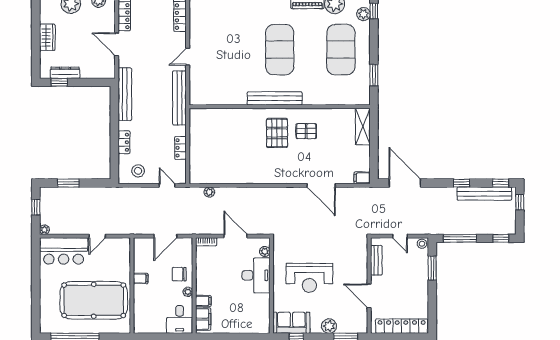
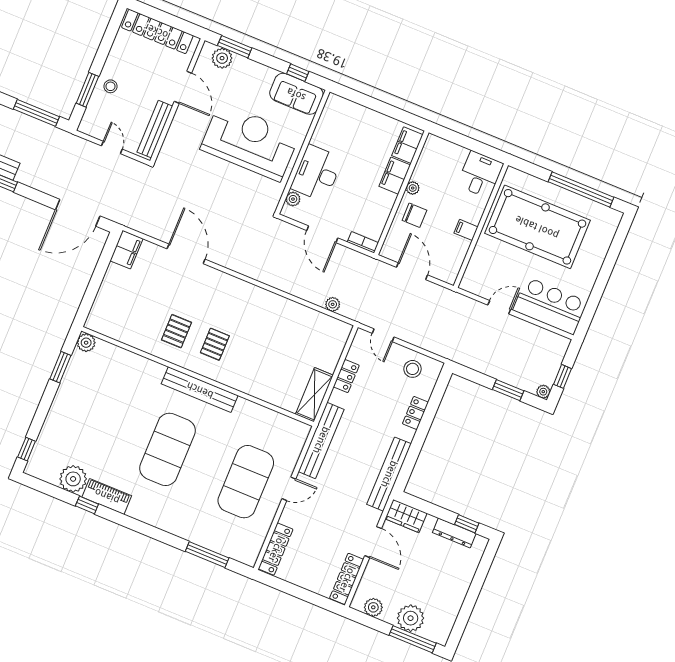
plant: (363, 14) -> (86, 343), moved
wardrobe: (47, 37) -> (406, 516), moved, turned -90
exercise mat: (341, 50) -> (246, 482), moved
shelving: (363, 127) -> (314, 395), moved
pallet: (306, 131) -> (176, 331), turned 90
pallet: (277, 133) -> (215, 344), width x0.67, depth x0.71
filing cabinet: (362, 178) -> (126, 250), width x2.00
door: (405, 183) -> (78, 213), hinge flipped
plant: (44, 230) -> (543, 392), moved
door: (165, 236) -> (412, 271), hinge flipped
stool: (422, 244) -> (111, 86), moved
bench: (376, 260) -> (155, 129), width x1.36
reception desk: (309, 278) -> (250, 142), width x1.36, depth x1.30
filing cabinet: (203, 301) -> (395, 176), width x2.00
desk: (180, 319) -> (480, 174), moved
plant: (329, 326) -> (222, 58), moved

